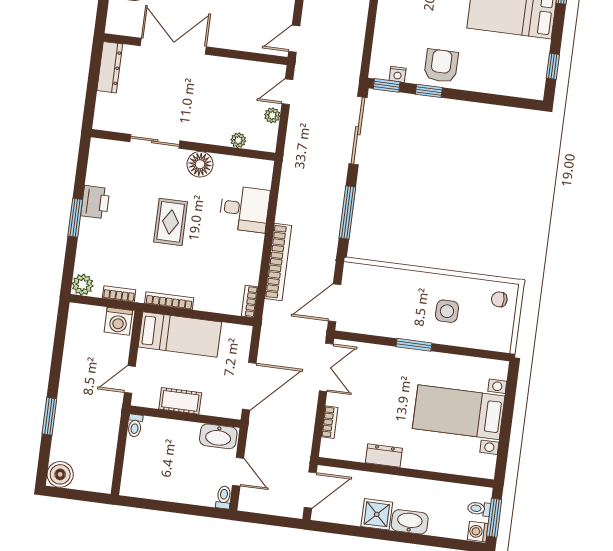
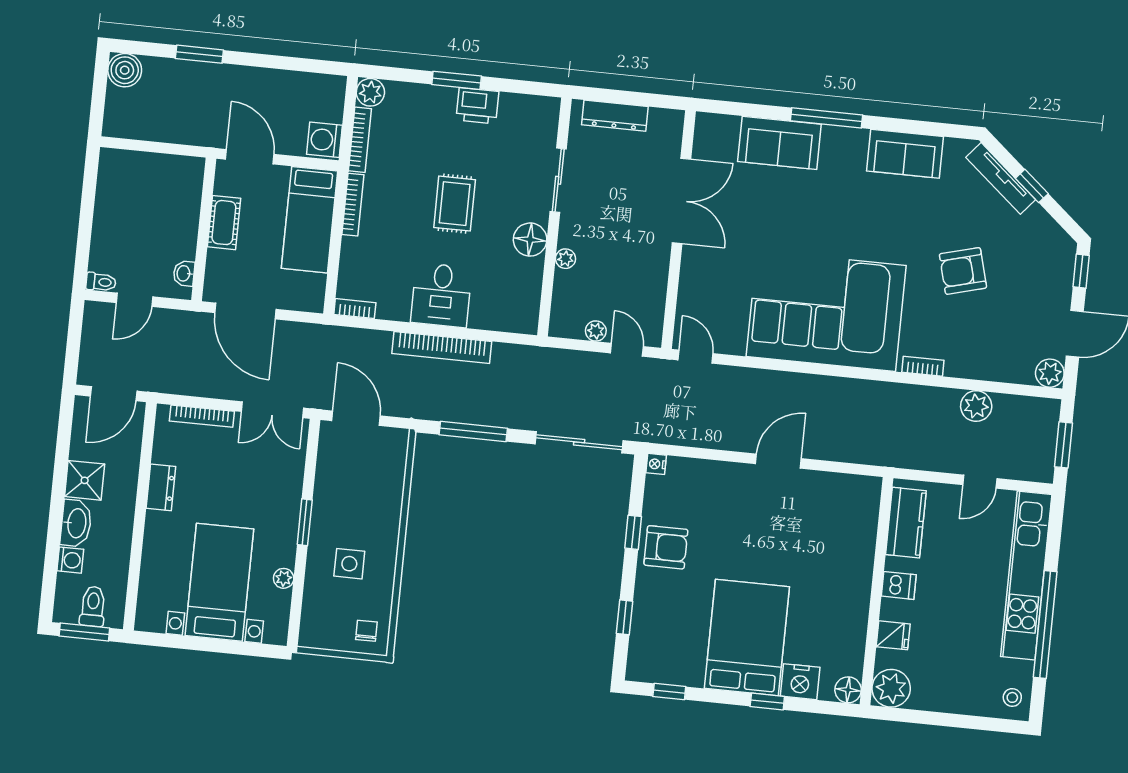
dresser: (110, 67) -> (615, 116), moved
nightstand: (398, 74) -> (656, 464), moved
window: (387, 85) -> (624, 617), moved
plant: (238, 140) -> (565, 259), moved
desk: (244, 209) -> (441, 295), moved
rug: (171, 222) -> (455, 204), turned 90
bookcase: (278, 262) -> (442, 347), moved
bookcase: (119, 294) -> (360, 140), width x1.56
plant: (457, 362) -> (284, 578), added
door: (130, 379) -> (250, 157), width x1.38
bookcase: (330, 422) -> (202, 416), width x1.56
toilet: (135, 426) -> (190, 165), removed
washbasin: (218, 436) -> (184, 273), width x0.52, depth x0.69
door: (310, 490) -> (114, 394), hinge flipped
toilet: (479, 509) -> (93, 606), width x1.37, depth x1.39
washing machine: (478, 532) -> (70, 560), moved, turned 90

